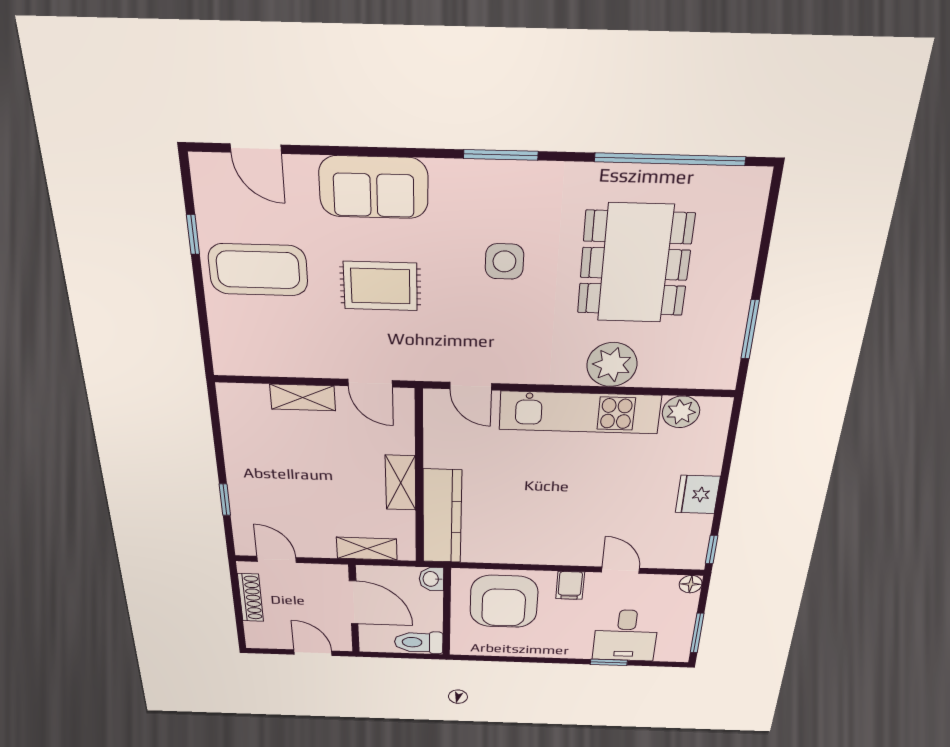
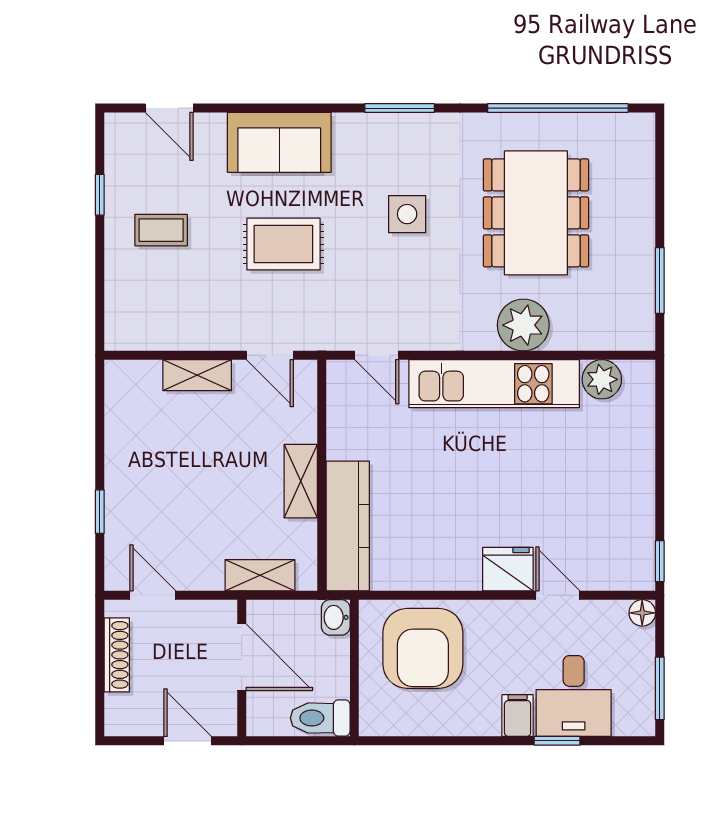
coffee table: (258, 270) -> (161, 230), width x0.54, depth x0.58
fridge: (698, 494) -> (508, 569), moved, turned 90
filing cabinet: (570, 585) -> (518, 716), moved, turned 180

